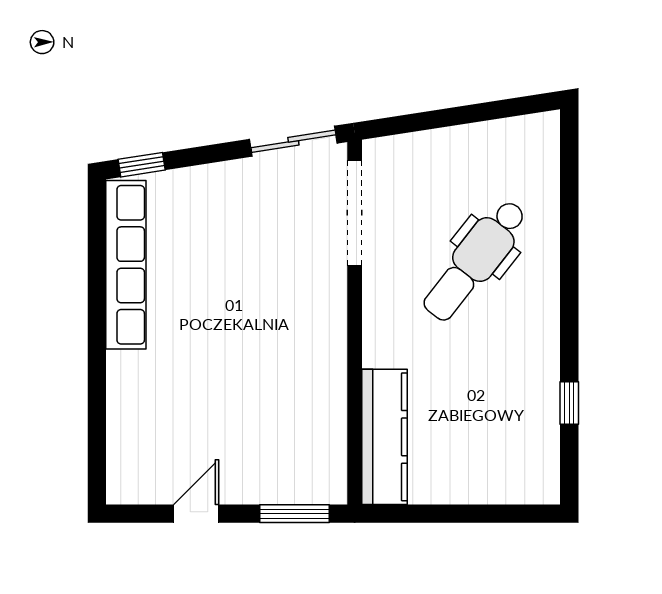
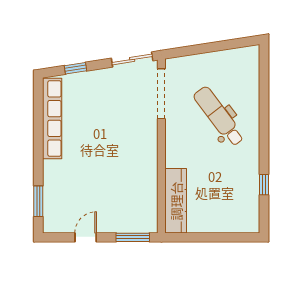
window: (142, 165) -> (76, 68), moved
dental chair: (475, 260) -> (219, 116), turned 105
window: (97, 438) -> (38, 201), added

